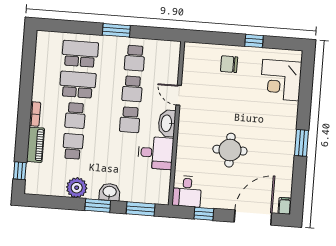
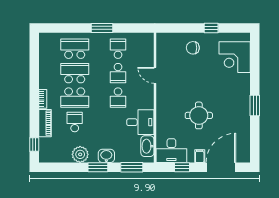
school desk: (135, 58) -> (118, 49), turned 180
school desk: (75, 116) -> (75, 98), width x1.85
washbasin: (167, 123) -> (147, 146), moved
desk: (187, 191) -> (171, 151), width x1.37
filing cabinet: (285, 206) -> (200, 156), moved

